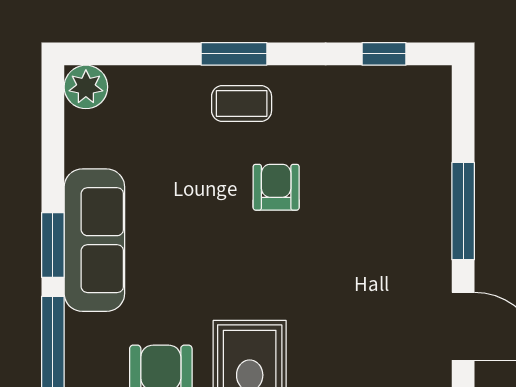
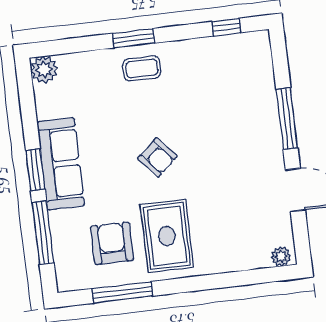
armchair: (276, 187) -> (157, 157), moved, turned 139

